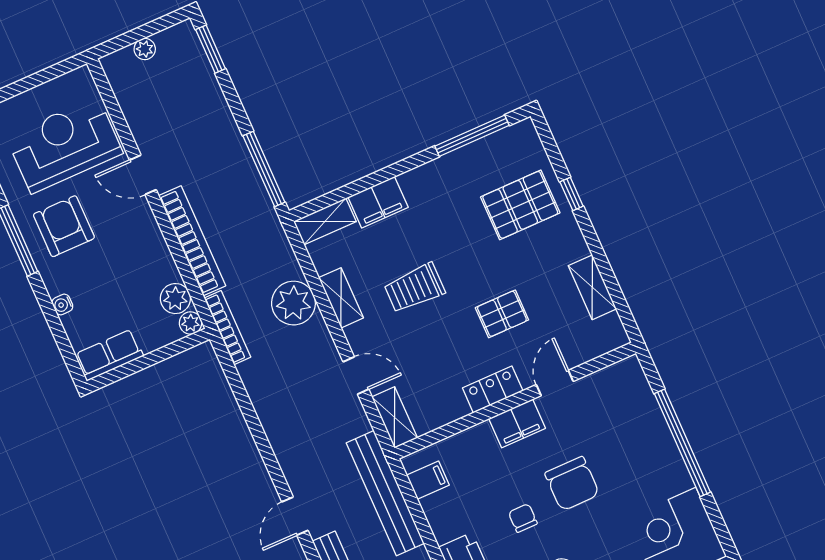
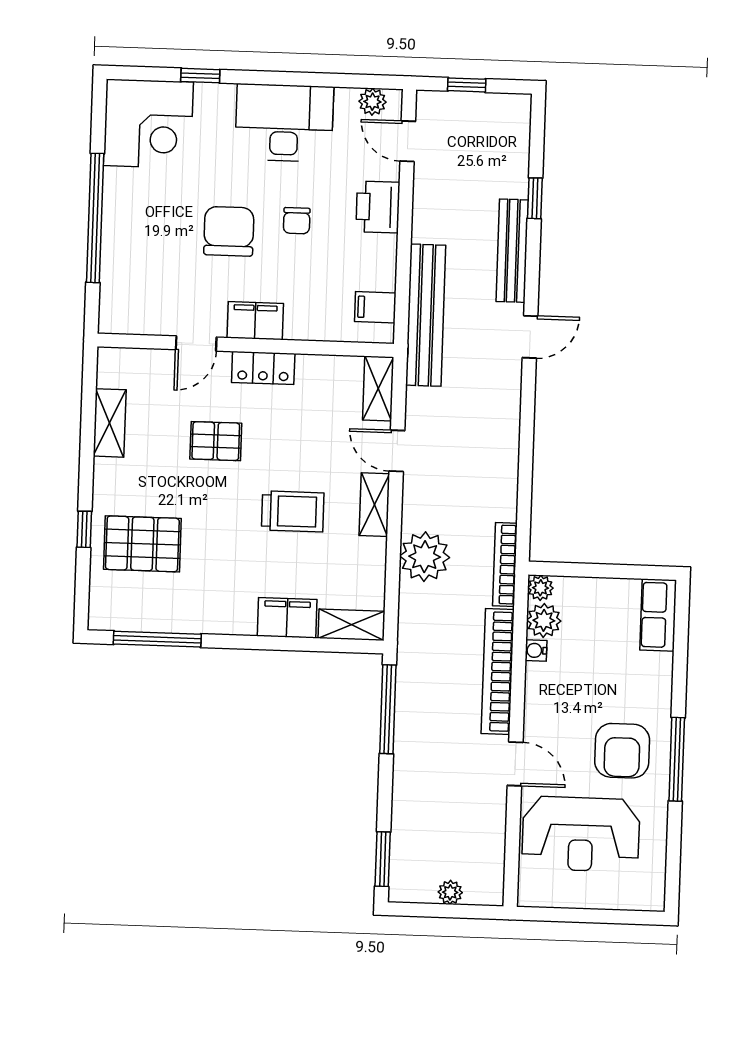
shelving: (341, 298) -> (374, 505), moved
water cooler: (62, 304) -> (536, 650), moved, turned 180
row of seats: (109, 355) -> (658, 615), moved, turned 90

